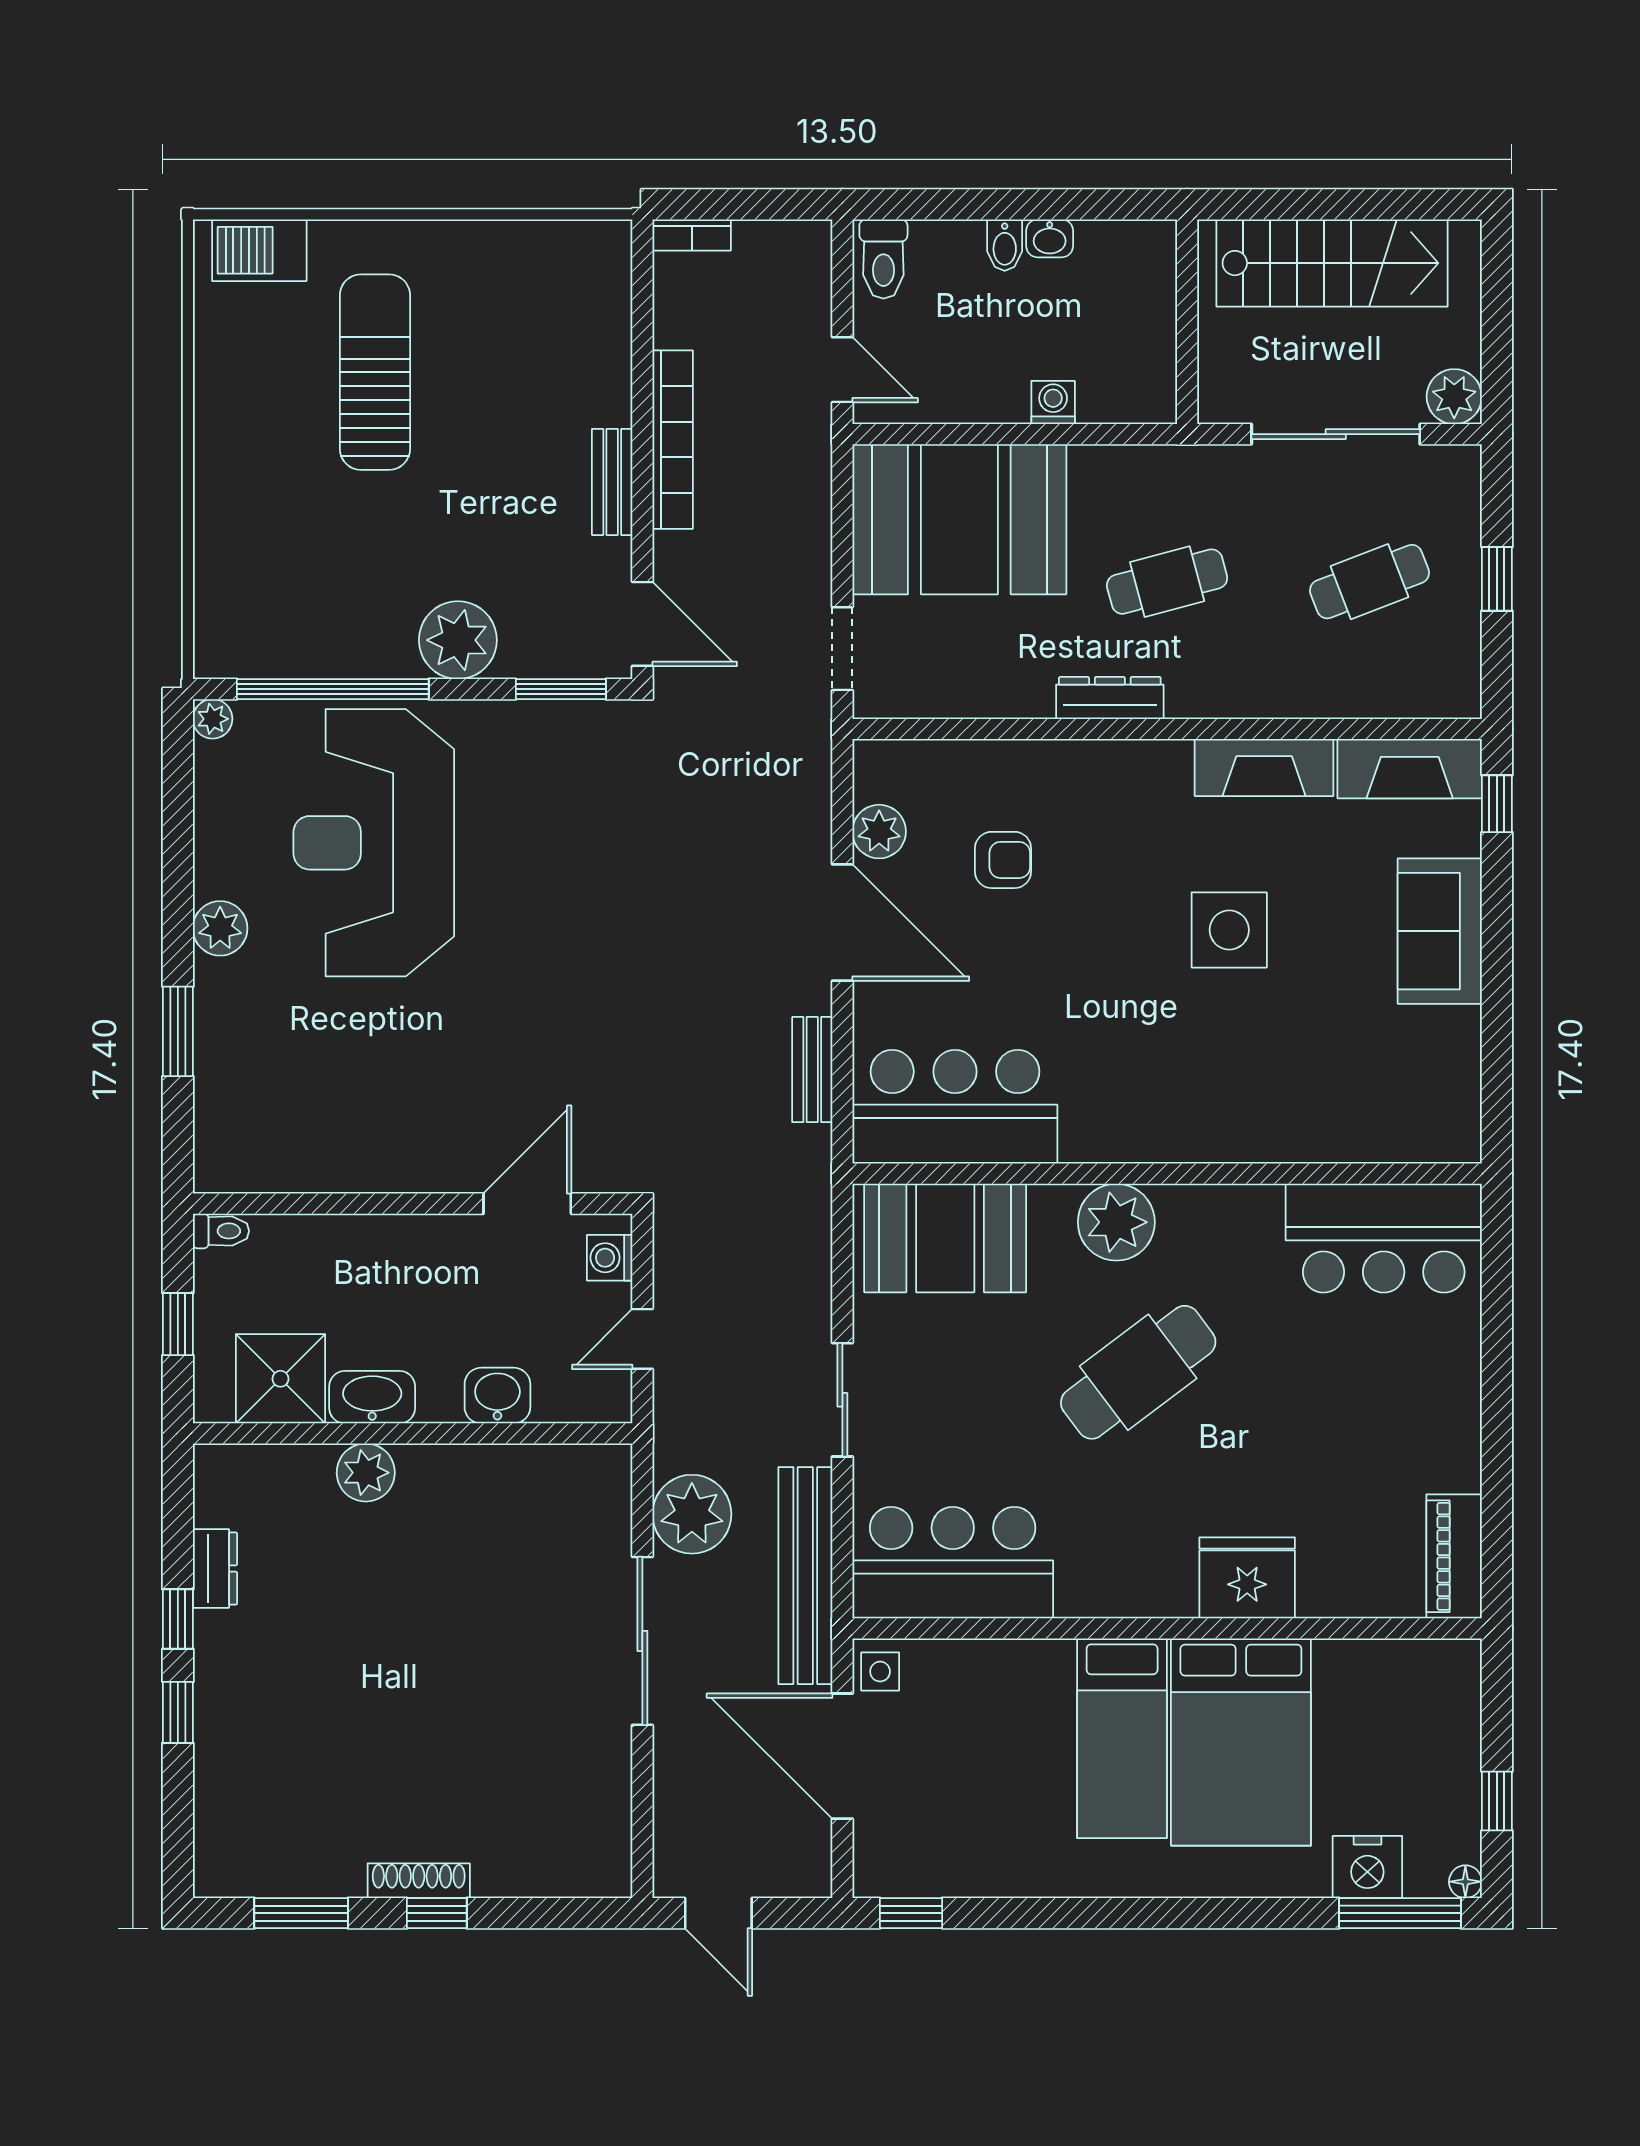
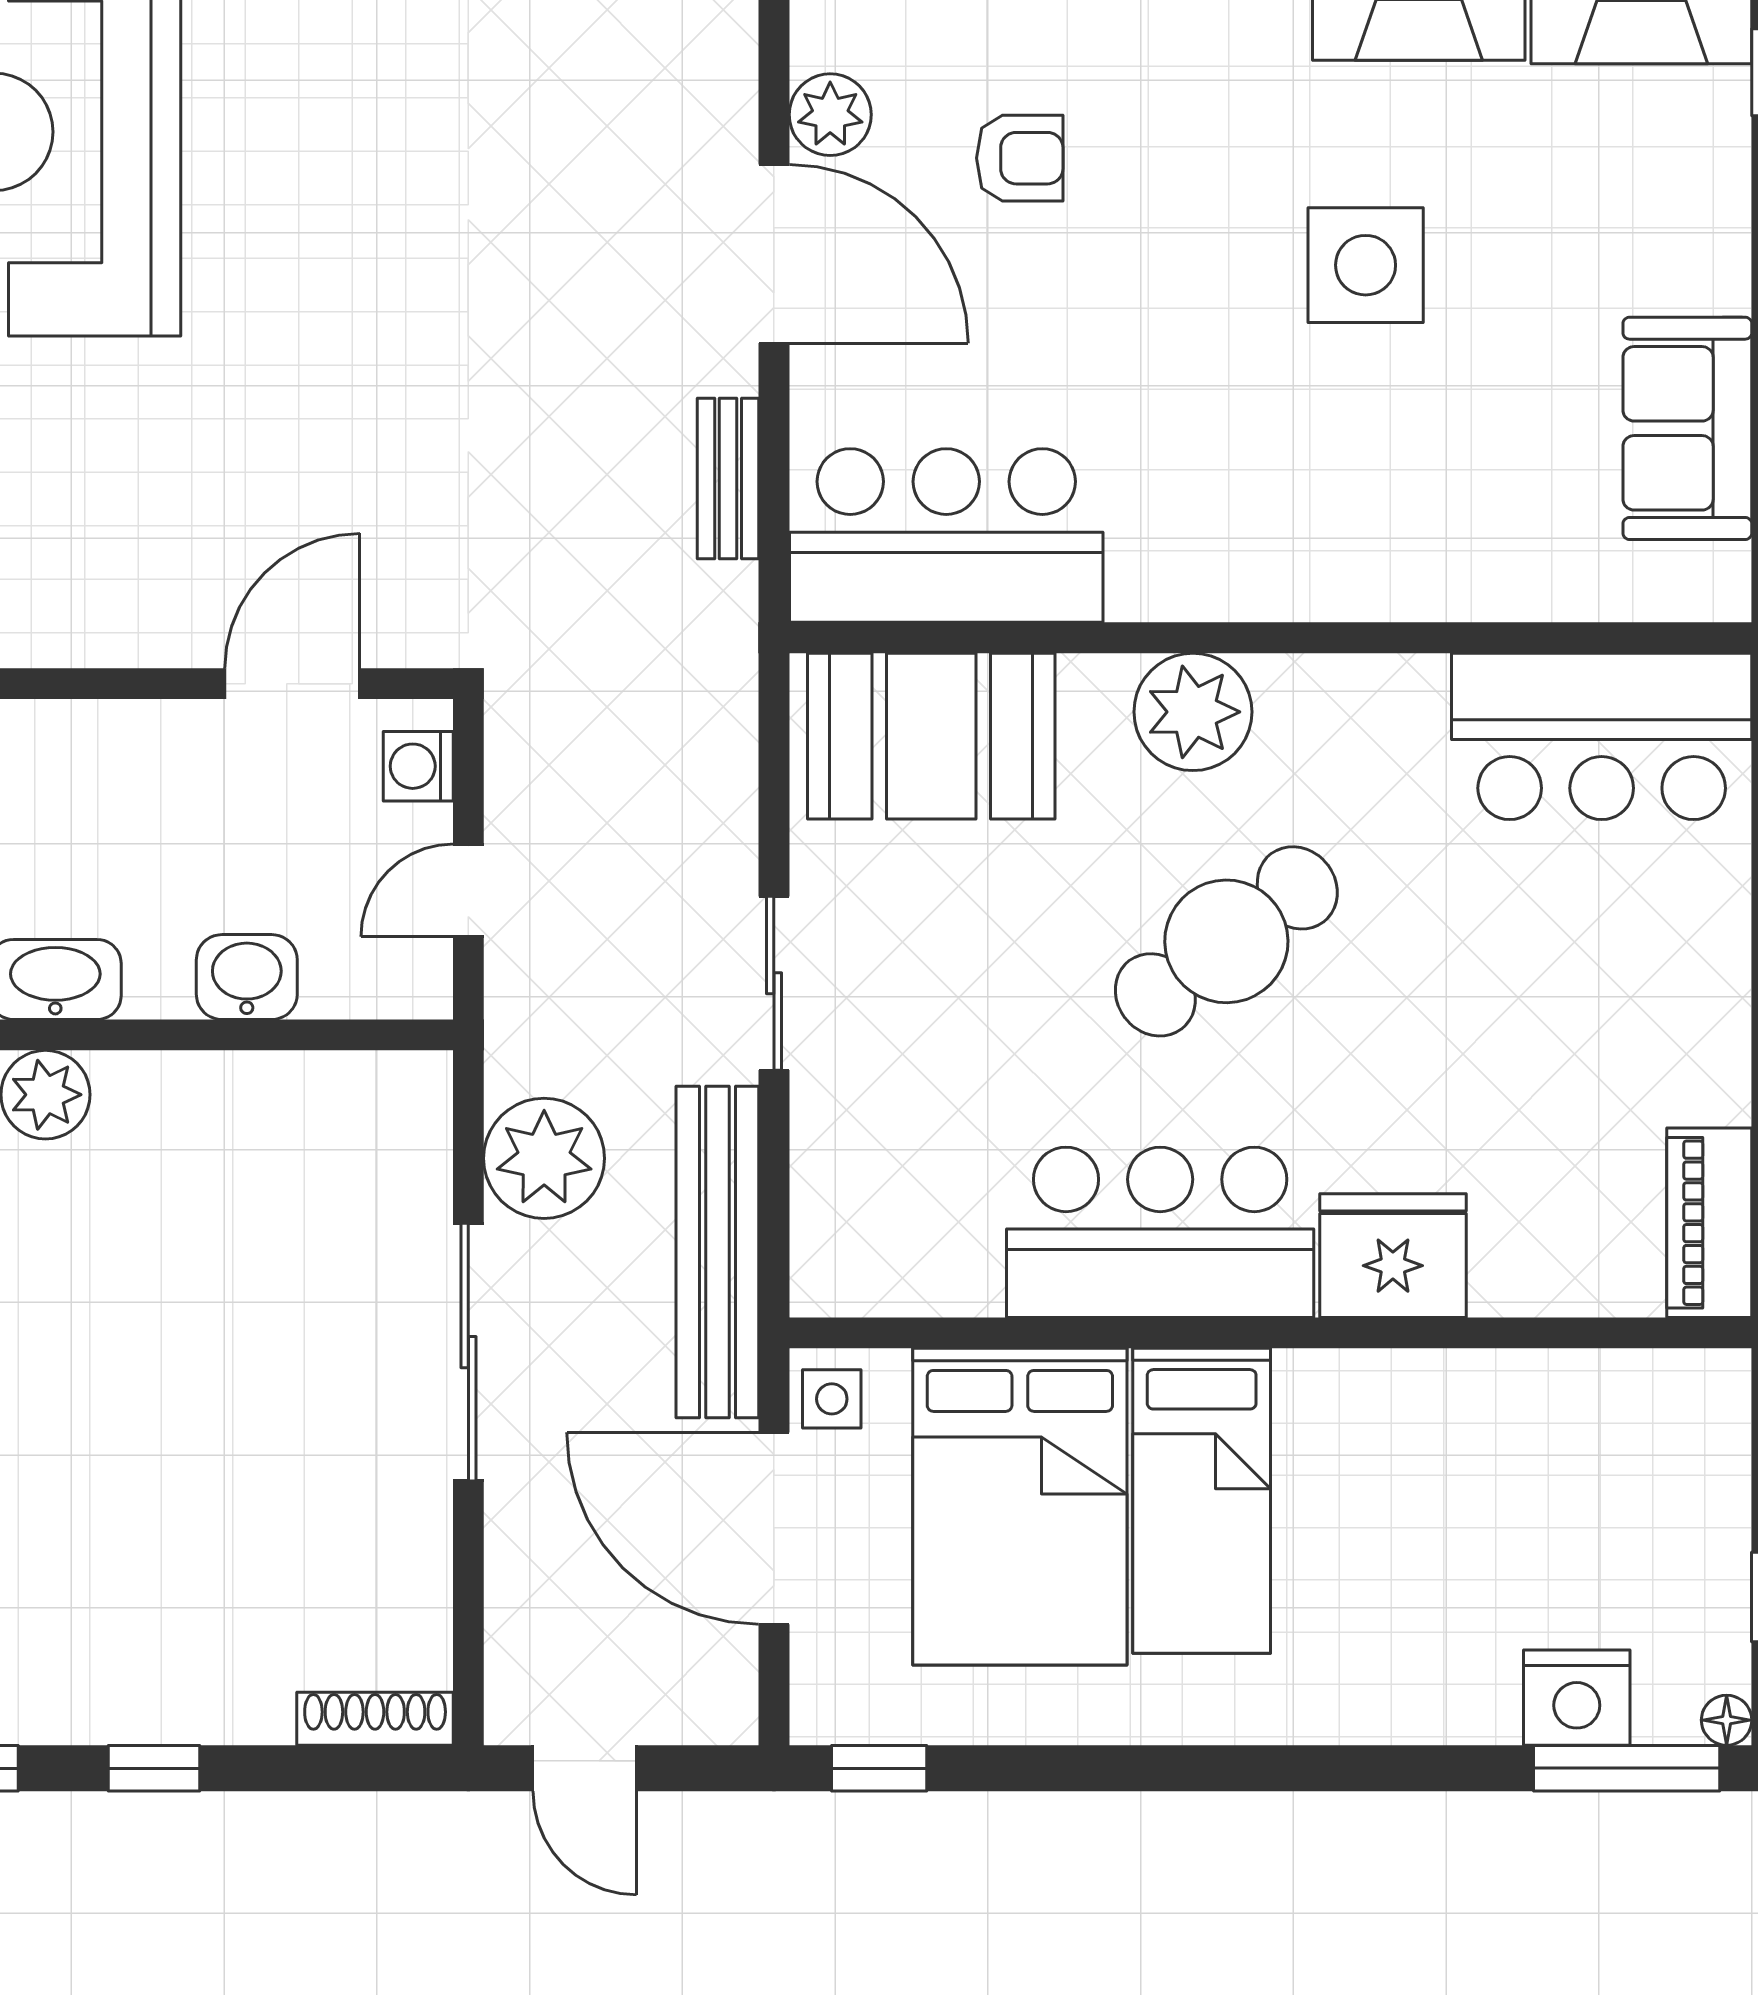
sofa: (1440, 931) -> (1687, 428), moved
bar counter: (953, 1563) -> (1160, 1232), moved
bed: (1241, 1742) -> (1020, 1507), moved
shoe rack: (419, 1881) -> (375, 1719), moved

